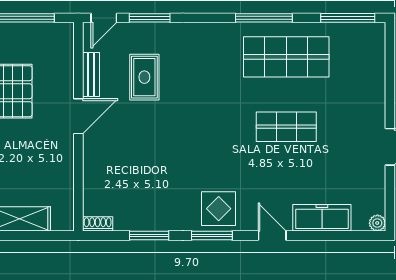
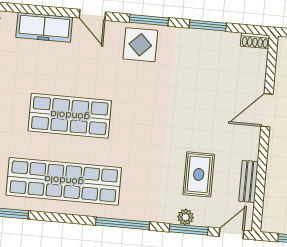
window: (264, 18) -> (123, 223), moved
plant: (154, 31) -> (186, 217), added
shop shelf: (286, 57) -> (64, 181), width x1.40
door: (78, 116) -> (267, 110), moved
shop shelf: (286, 127) -> (70, 116), width x1.43, depth x1.36

